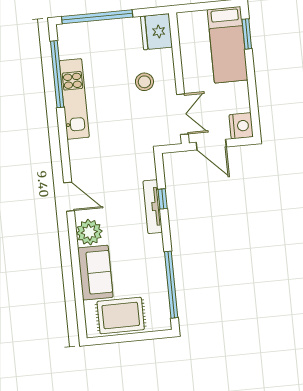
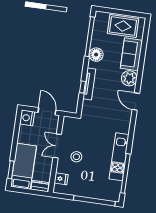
dresser: (192, 19) -> (40, 186), added
fridge: (156, 32) -> (61, 179), width x0.53, depth x0.75
double door: (182, 114) -> (57, 146), moved
floor lamp: (153, 258) -> (96, 55), added

